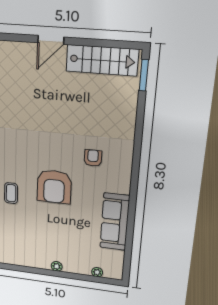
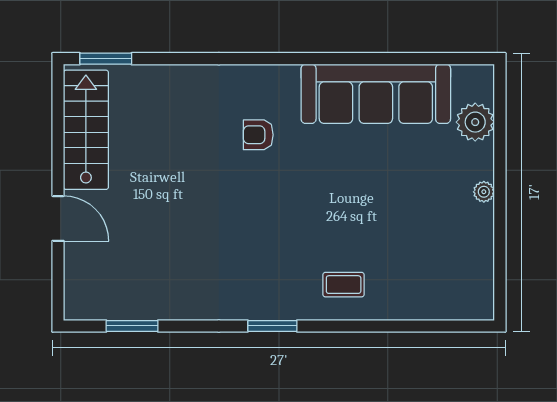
armchair: (54, 187) -> (321, 203), removed
sofa: (115, 222) -> (376, 94), width x1.36, depth x1.27
plant: (97, 272) -> (475, 122), width x1.88, depth x1.88

